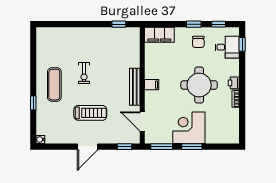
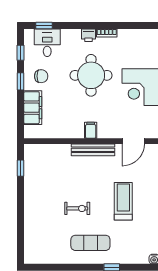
filing cabinet: (159, 35) -> (33, 108), moved

